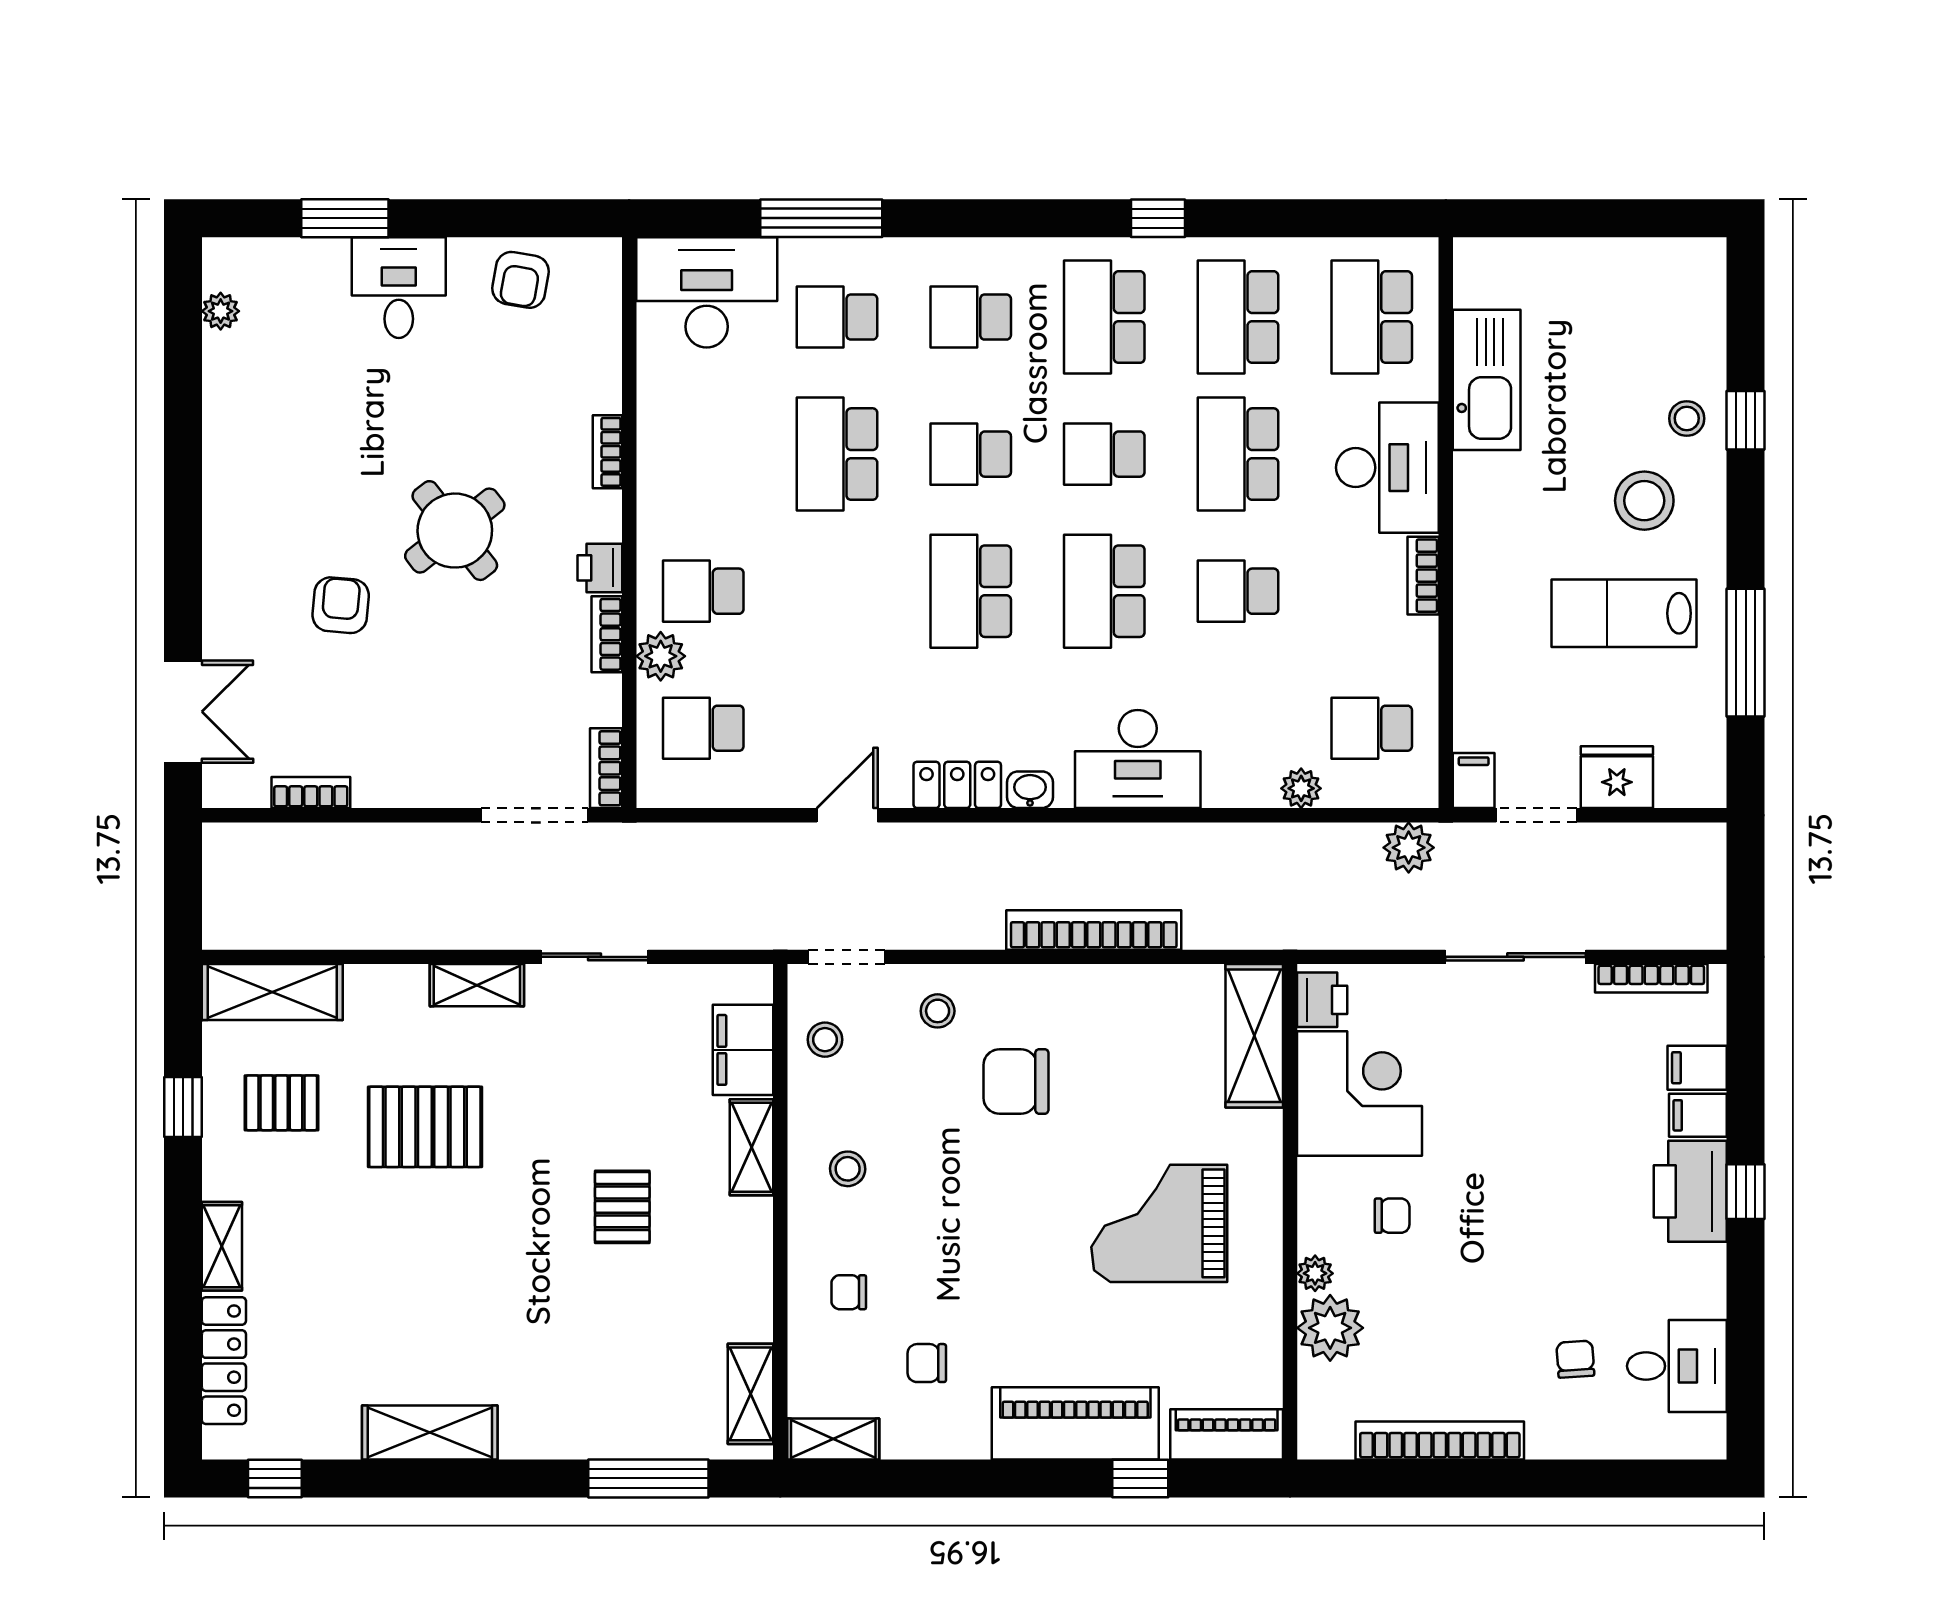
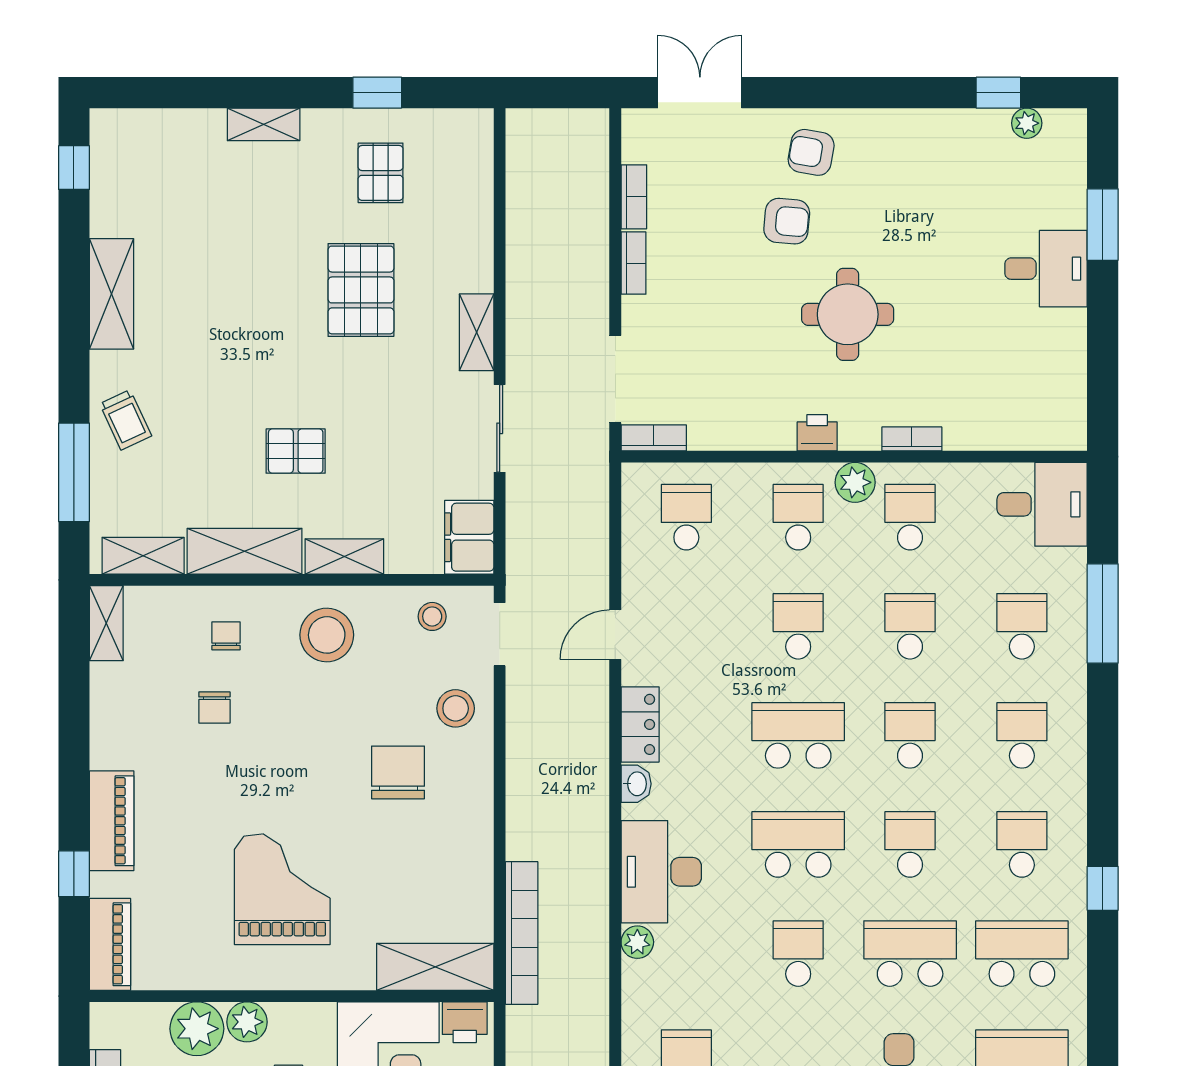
armchair: (520, 280) -> (811, 152), moved
desk: (707, 292) -> (1042, 504), width x0.73
school desk: (1104, 317) -> (1022, 844), width x0.54
window: (183, 346) -> (998, 93), added
school desk: (703, 454) -> (910, 517), added
school desk: (837, 454) -> (910, 626), width x0.54
round table: (455, 531) -> (848, 314), turned 38
school desk: (837, 591) -> (798, 626), added
bookcase: (607, 634) -> (633, 263), moved, turned 90
plant: (661, 656) -> (855, 482), moved
double door: (183, 712) -> (700, 93), swing flipped
plant: (1301, 788) -> (637, 942), moved
door: (847, 815) -> (615, 635), swing flipped
bookcase: (1094, 930) -> (522, 933), moved
shelving: (272, 992) -> (245, 551), moved, turned 90
stool: (938, 1011) -> (456, 708), width x1.37, depth x1.37
filing cabinet: (743, 1050) -> (469, 537), moved, turned -90
stool: (848, 1169) -> (327, 635), width x1.89, depth x1.89
plant: (1315, 1273) -> (247, 1022), width x1.38, depth x1.38
locker: (224, 1361) -> (170, 126), removed
chair: (927, 1363) -> (214, 708), moved, turned 180
trolley: (584, 1415) -> (125, 420), added
piano: (1075, 1423) -> (112, 821), width x0.73, depth x0.75

